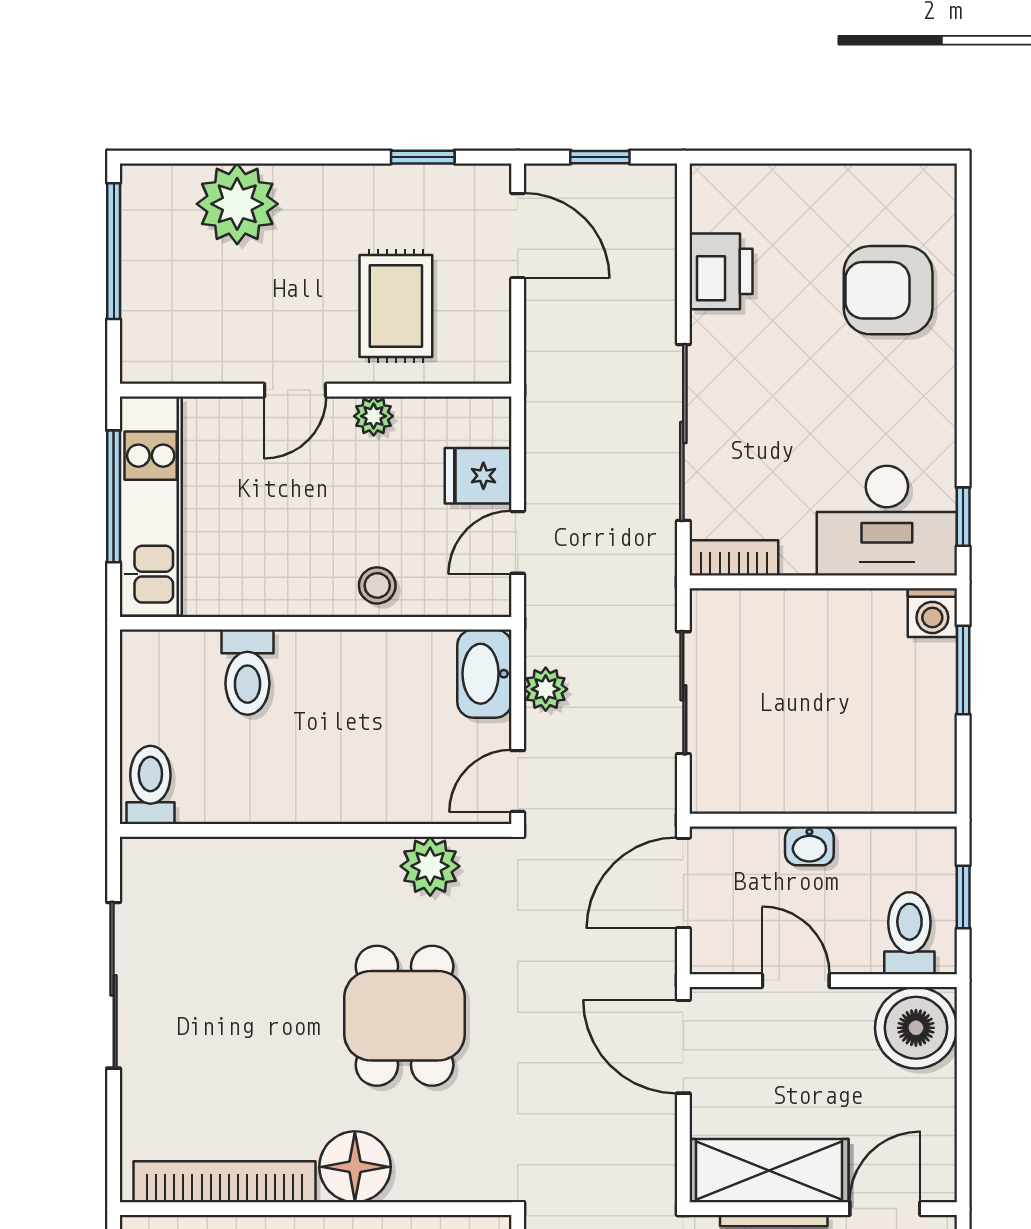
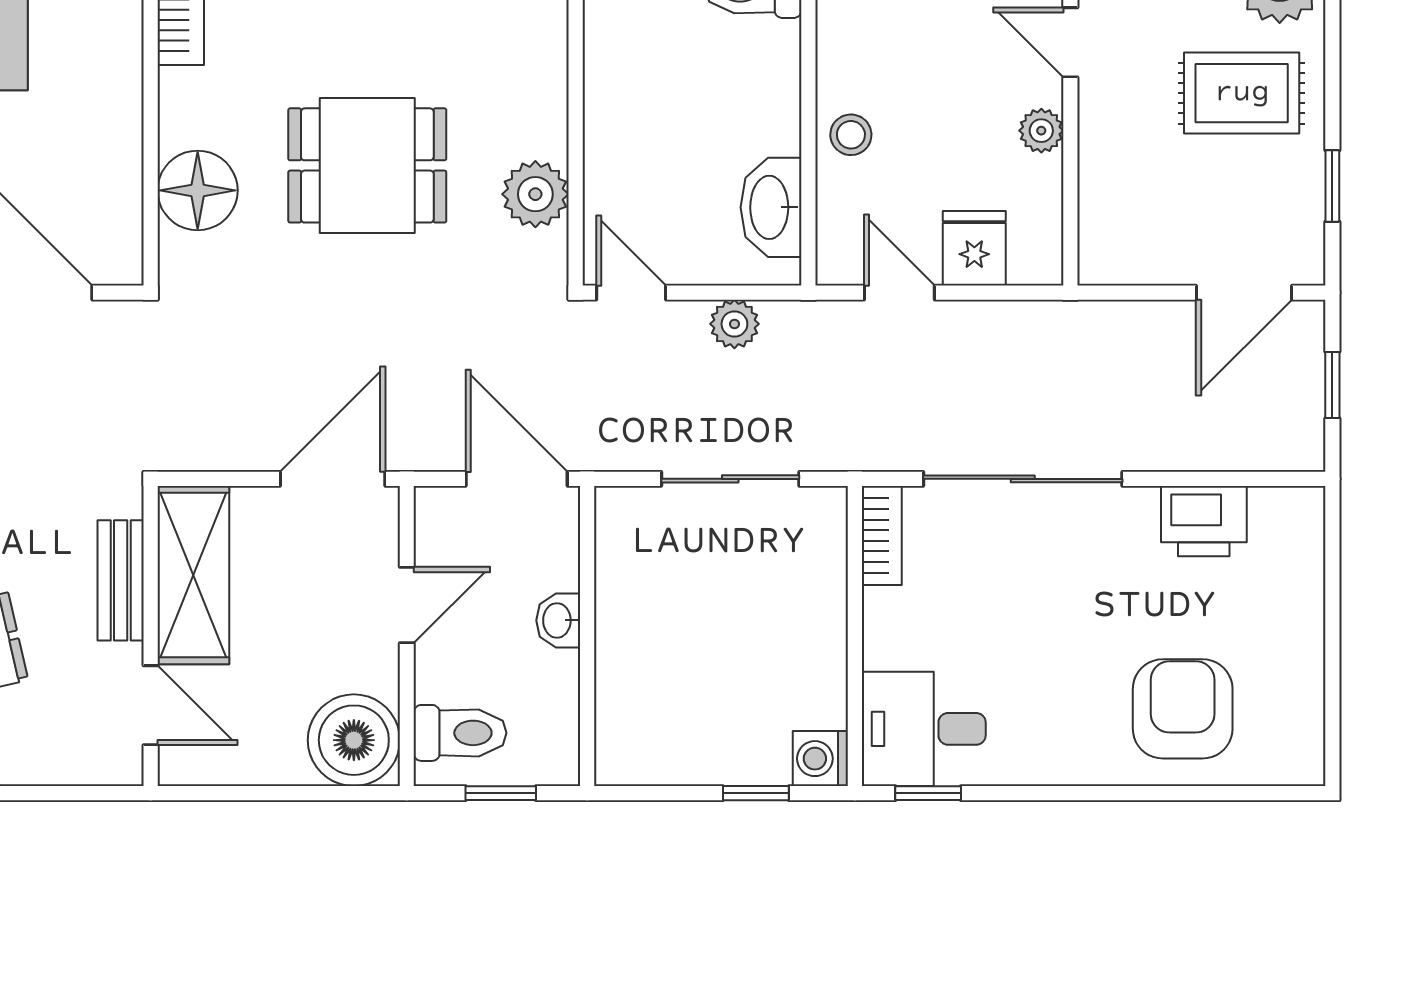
rug: (396, 306) -> (1242, 93), moved
desk: (887, 521) -> (924, 729), width x0.73
window: (963, 670) -> (756, 793), width x0.67
washbasin: (484, 674) -> (771, 207), moved, turned -90
floor lamp: (355, 1167) -> (198, 190), moved

